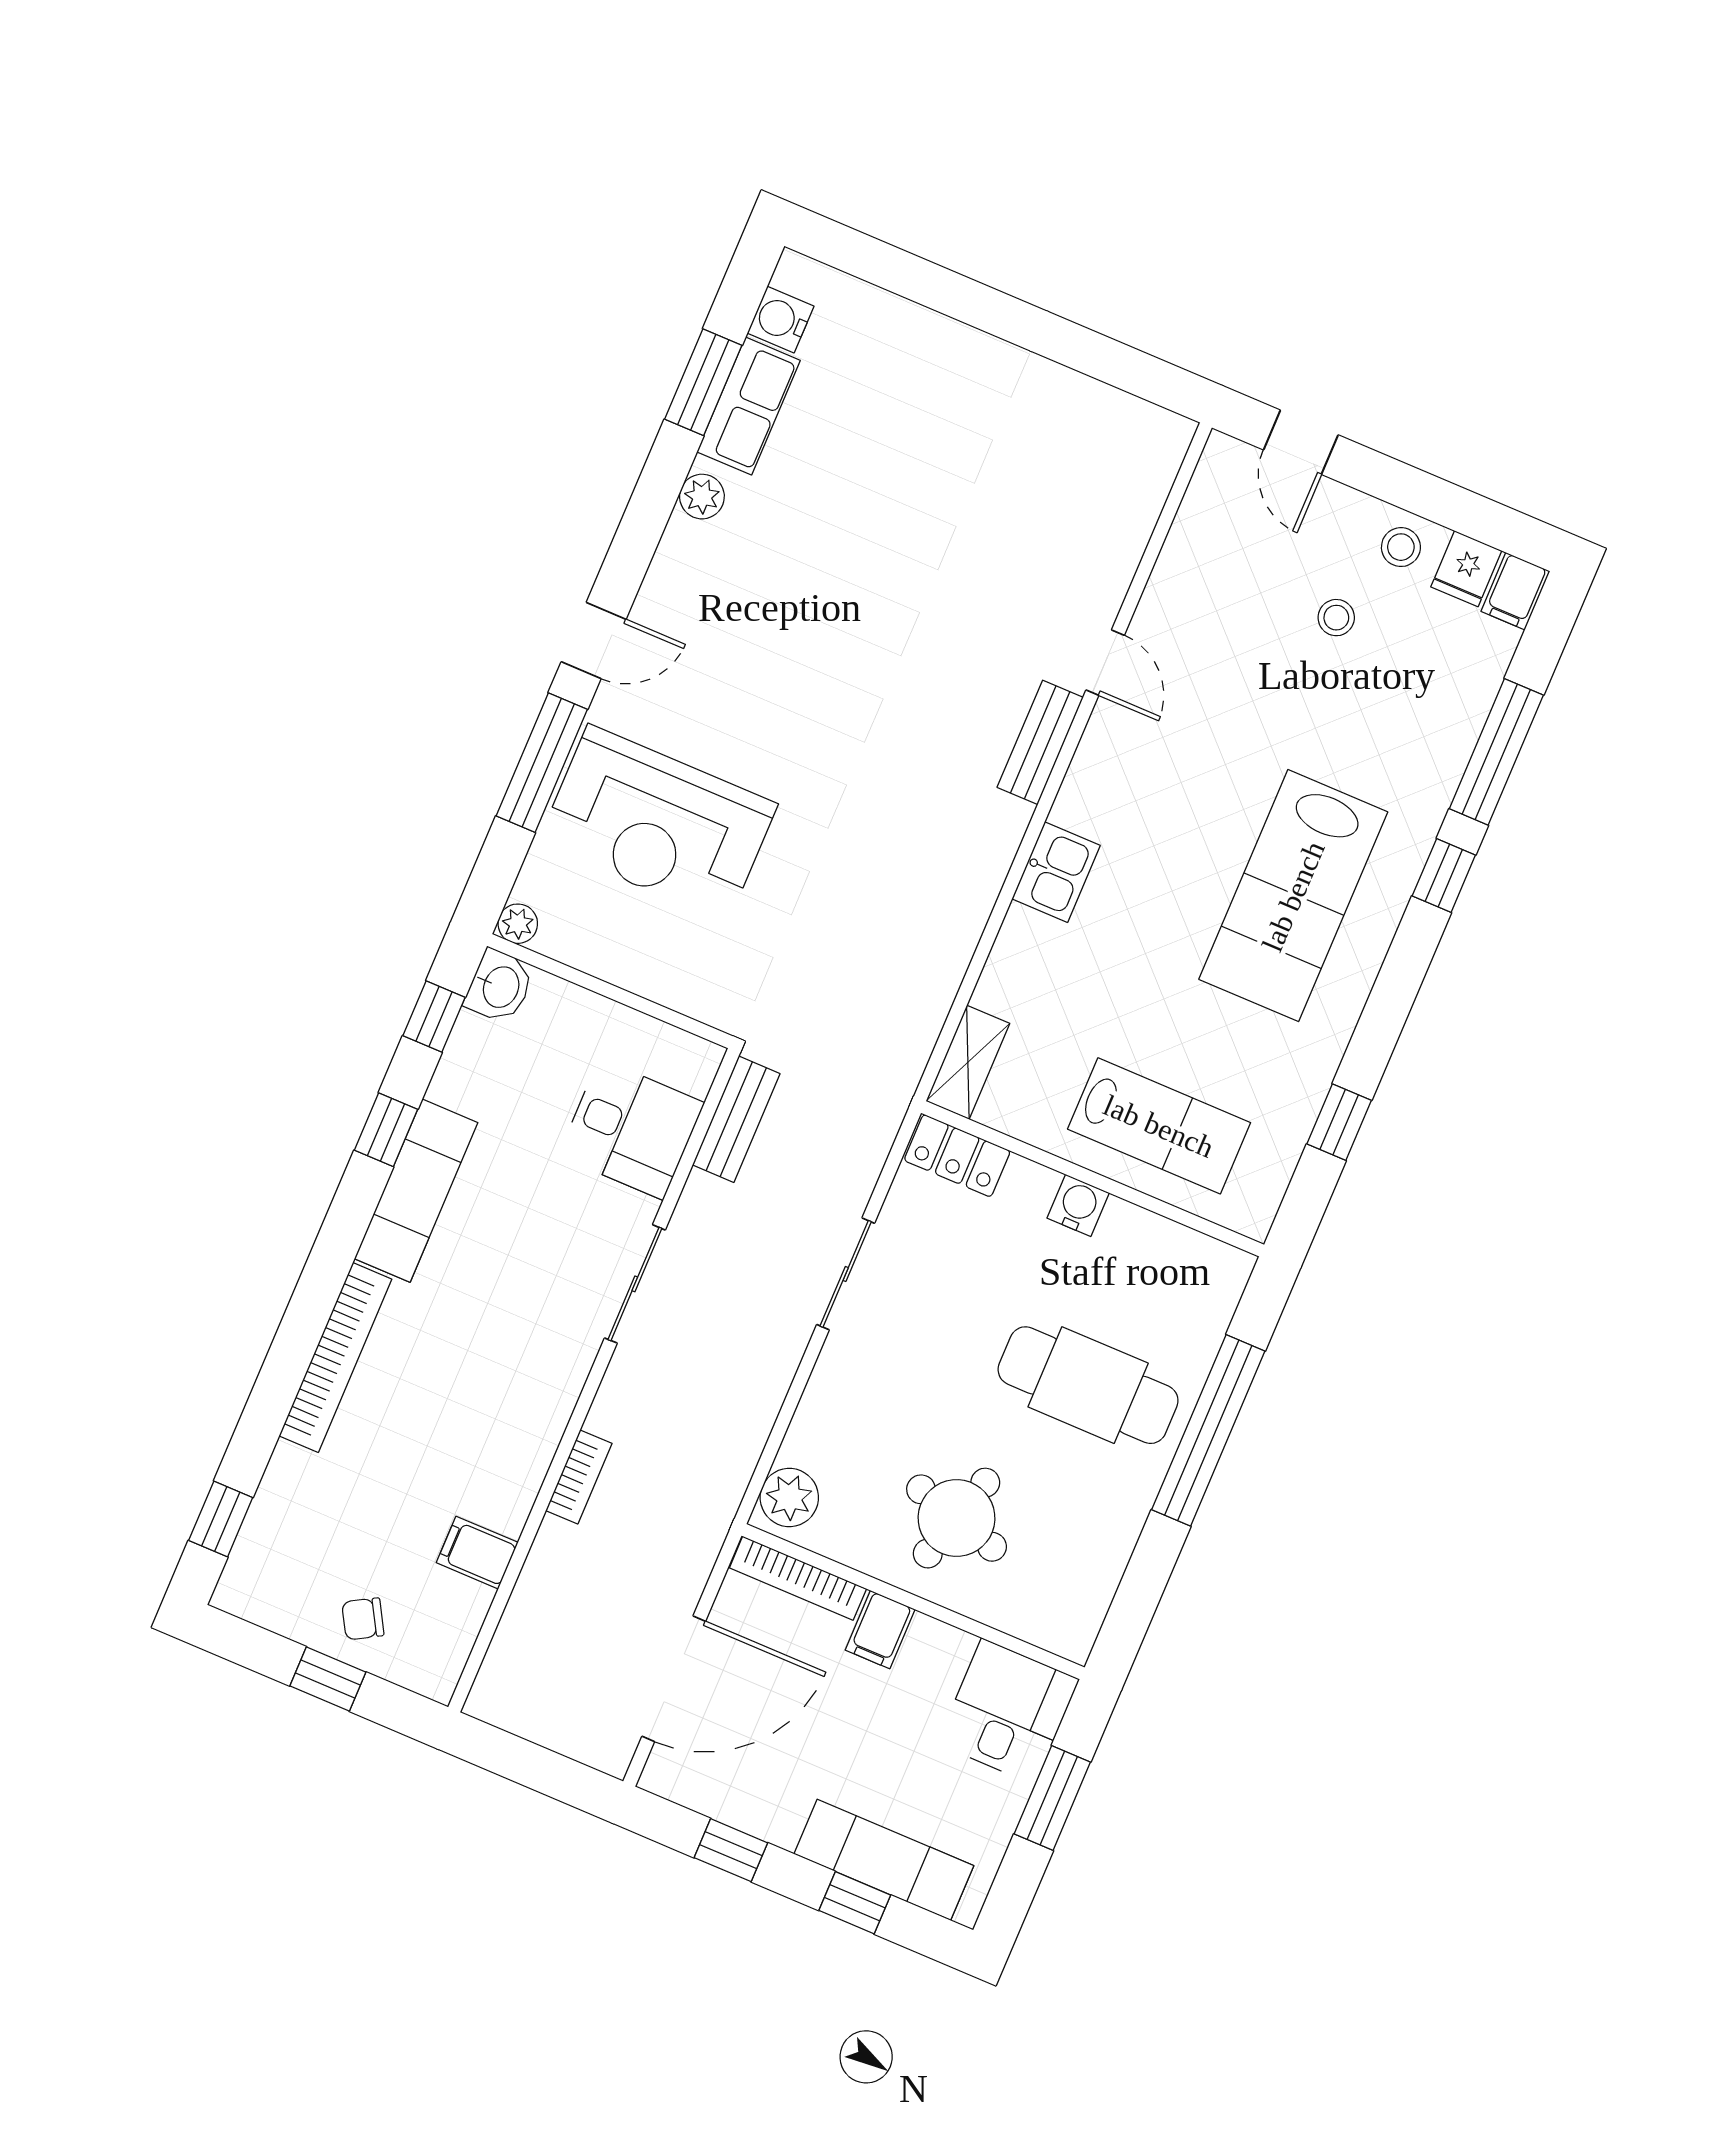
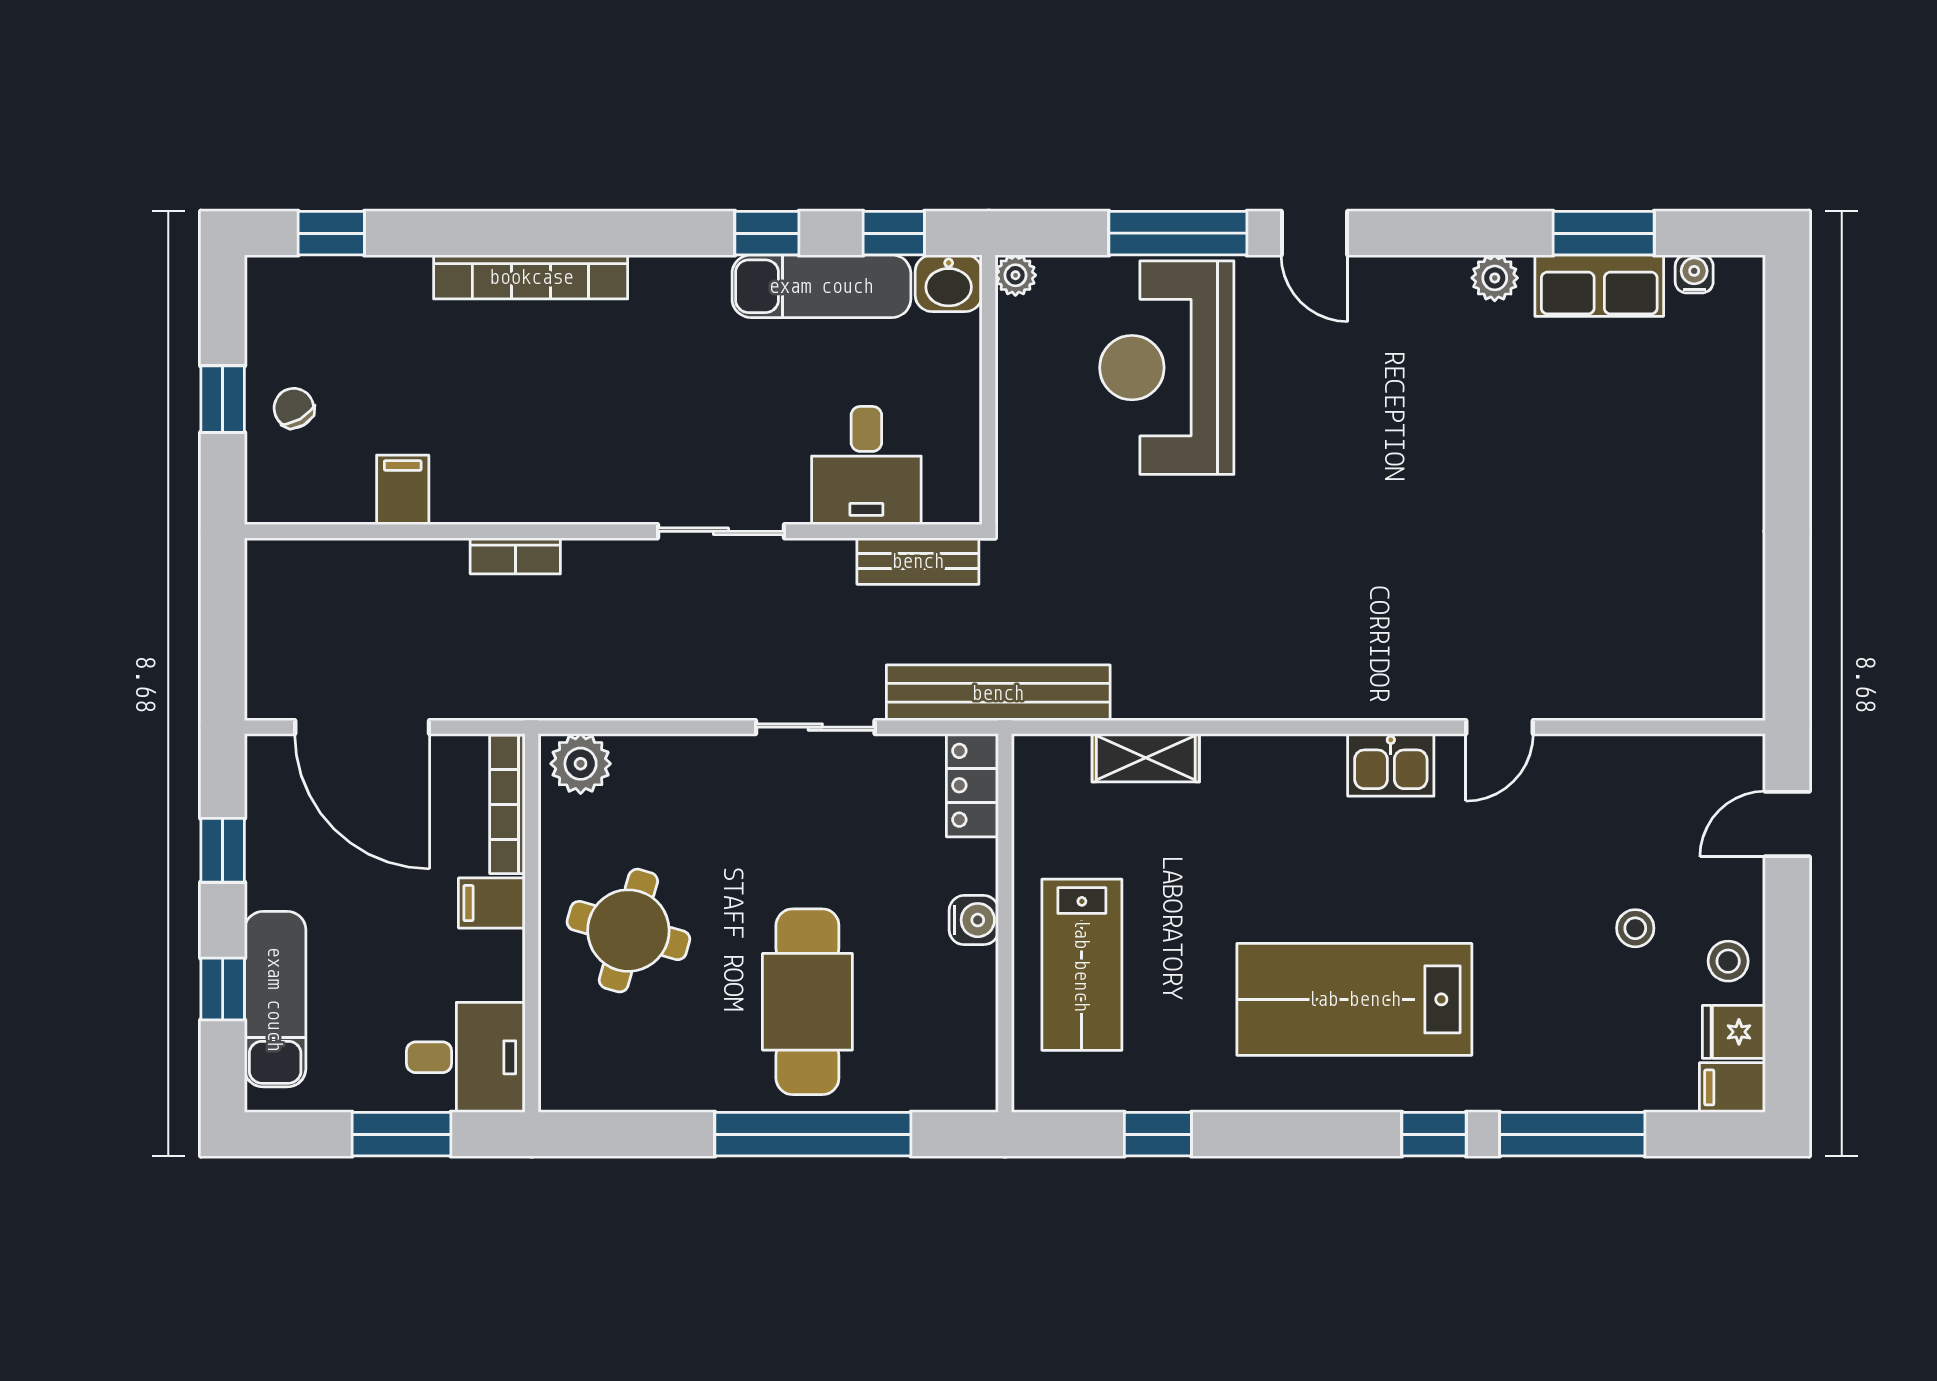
water cooler: (781, 320) -> (1694, 274), width x0.72, depth x0.72
bench: (1040, 742) -> (998, 693), moved, width x1.86, depth x1.21
kitchen sink: (1056, 872) -> (1391, 765), moved
shelving: (968, 1062) -> (1146, 758), moved
exam couch: (416, 1191) -> (821, 286), moved

